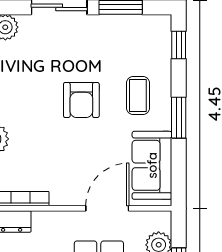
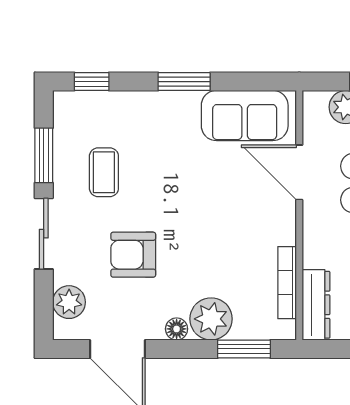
coffee table: (138, 96) -> (104, 172), moved, turned 90
armchair: (81, 100) -> (133, 255), moved, turned 180

